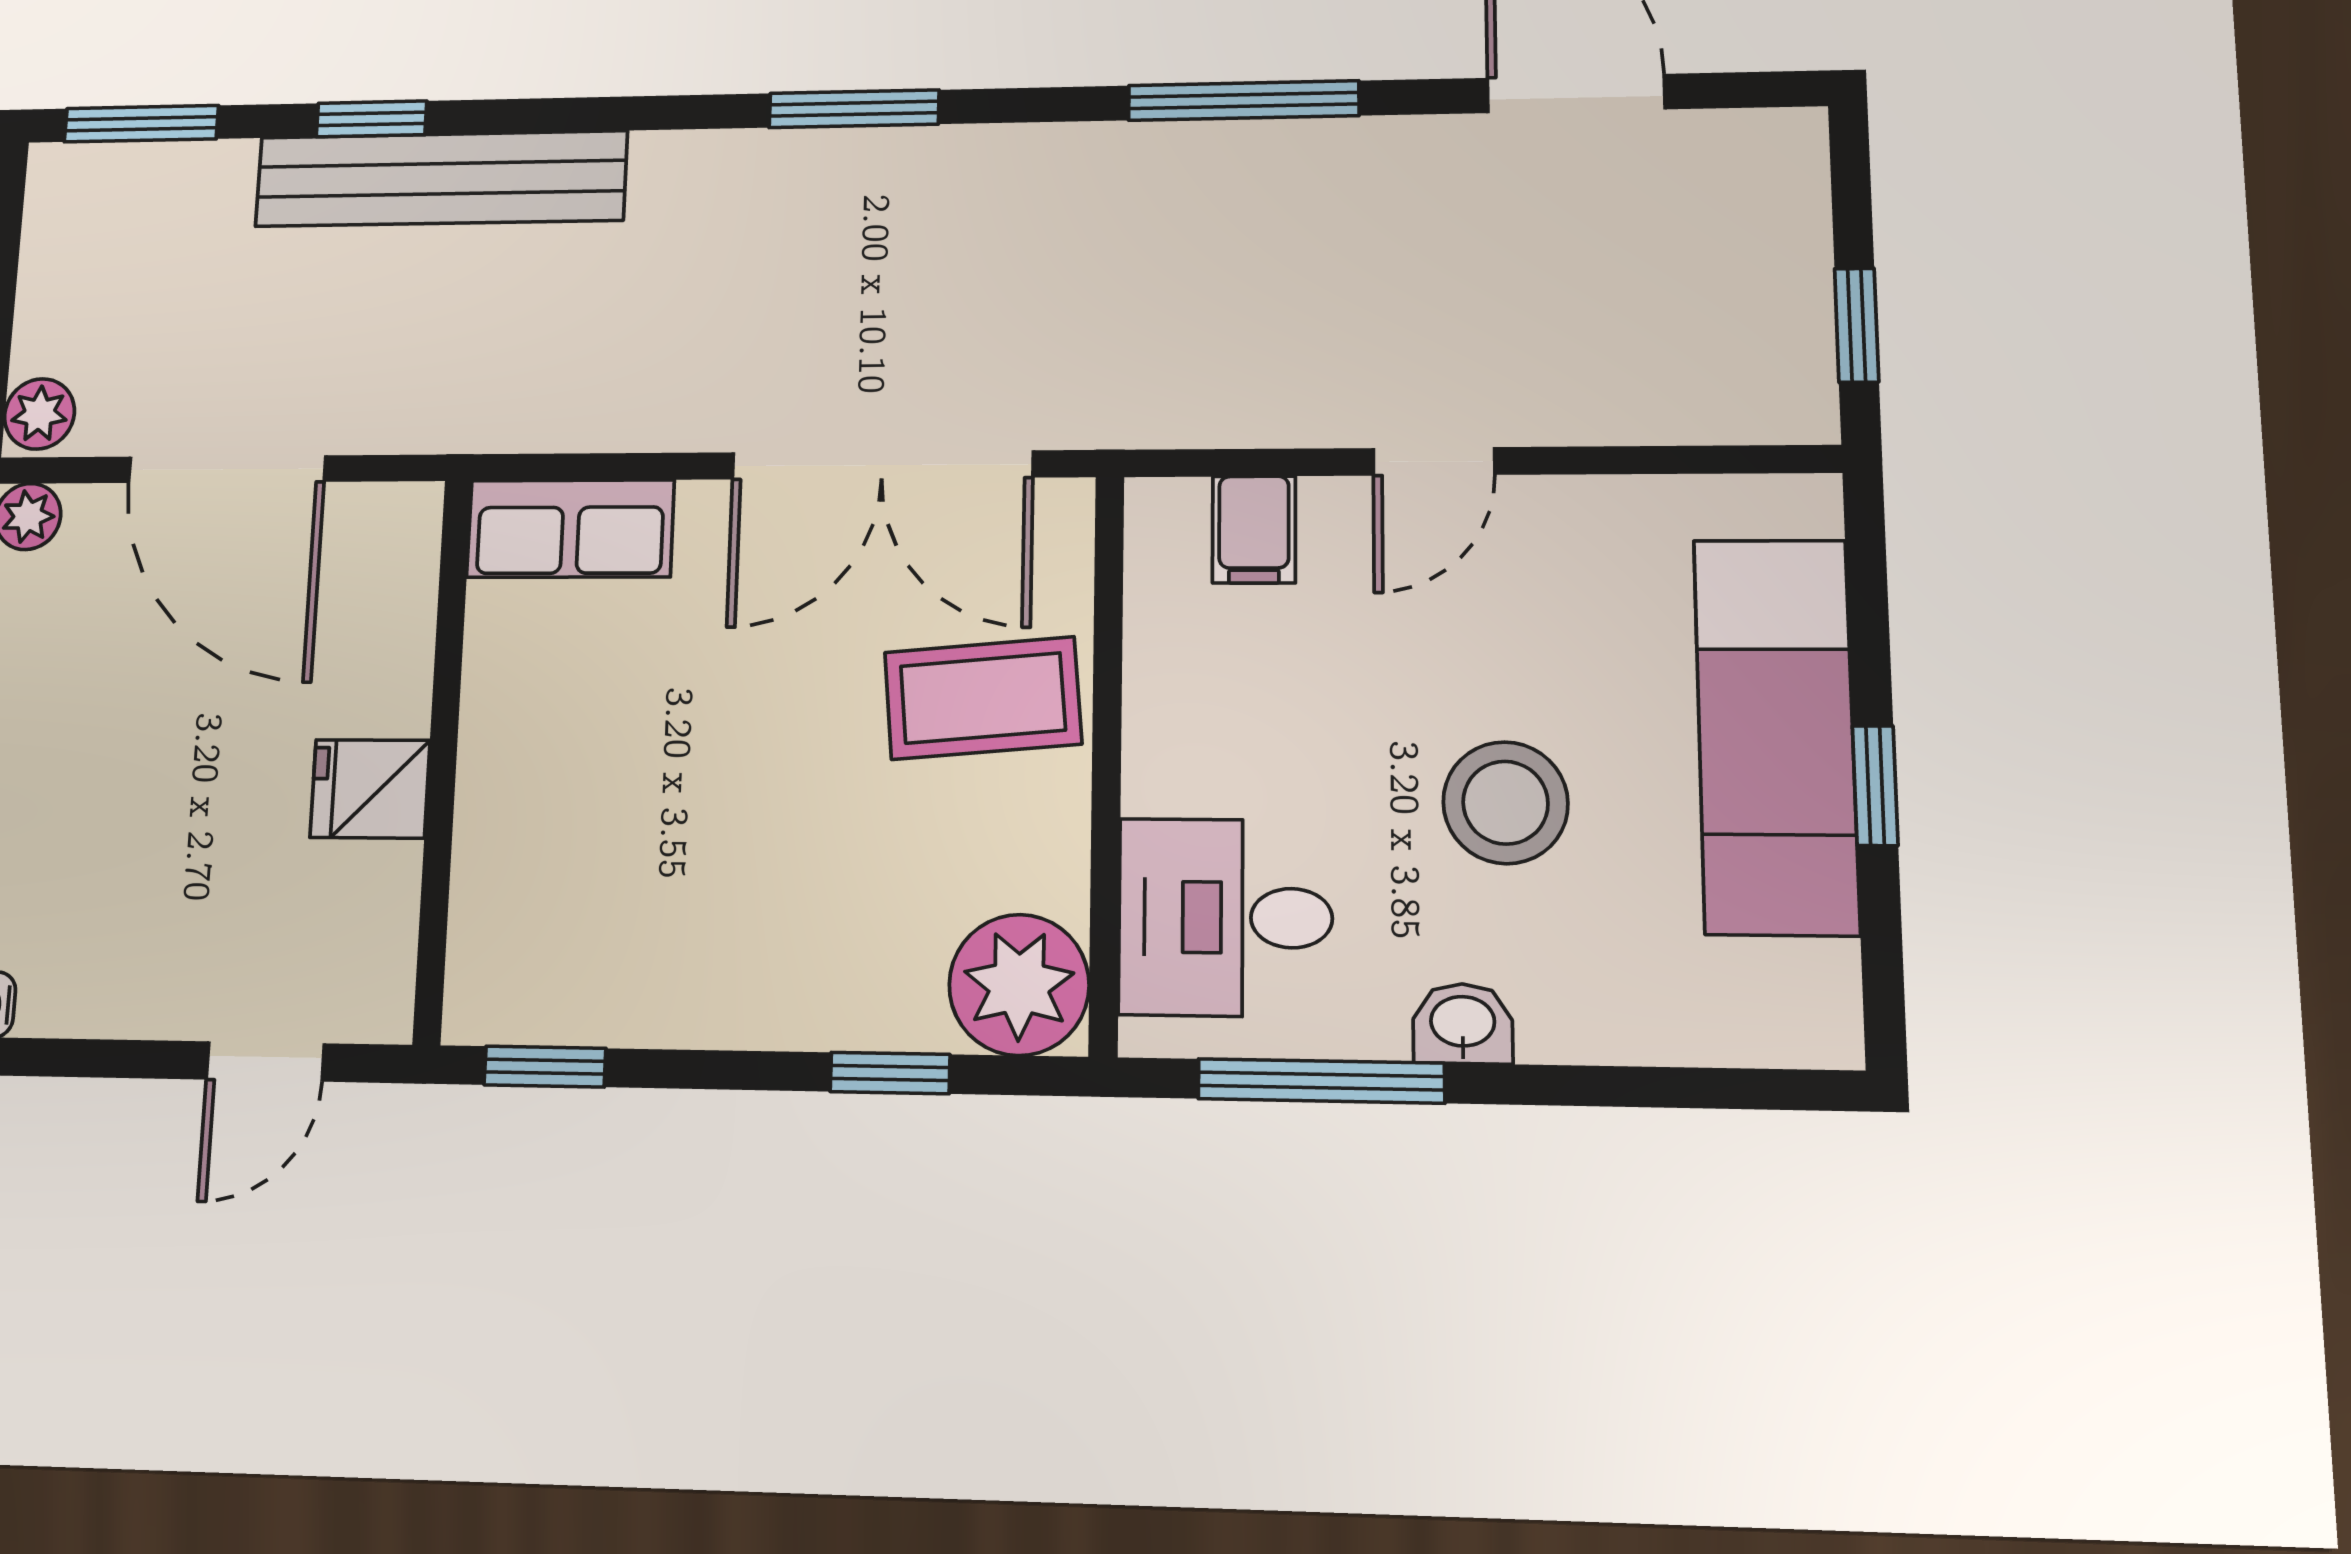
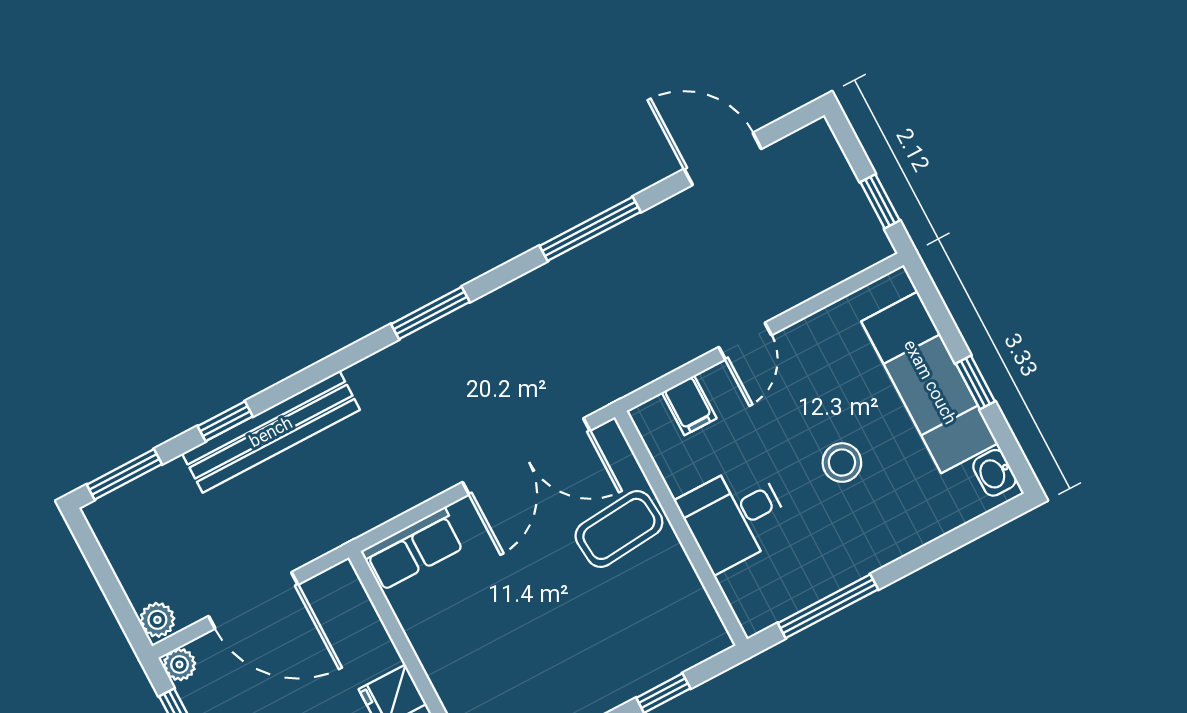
stool: (1505, 803) -> (842, 463), width x0.73, depth x0.73
desk: (1225, 917) -> (734, 517), moved
plant: (1019, 985) -> (694, 633), removed
washbasin: (1463, 1024) -> (994, 473), moved, turned -90

